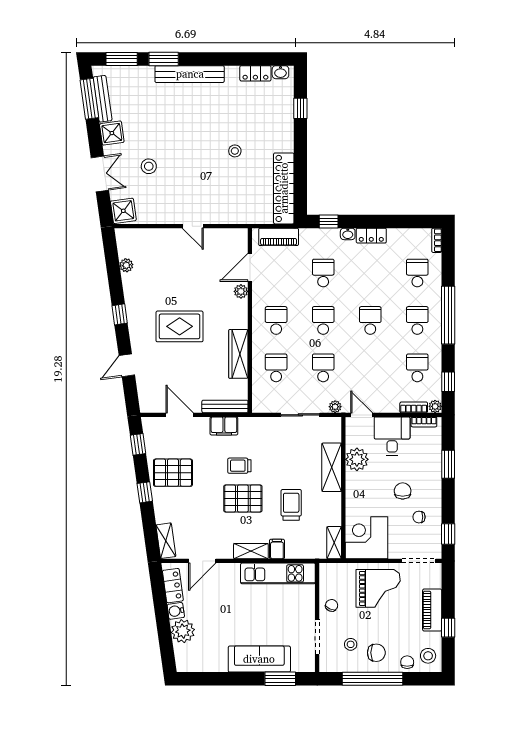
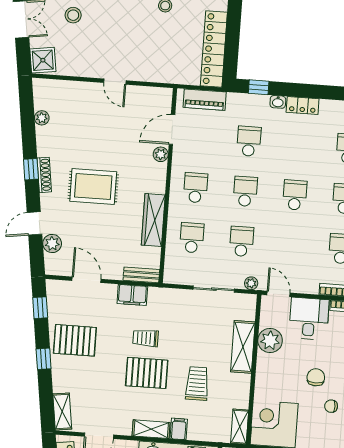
shoe rack: (133, 319) -> (44, 175), added
plant: (145, 383) -> (52, 243), added
bench: (225, 406) -> (141, 275), width x0.73

